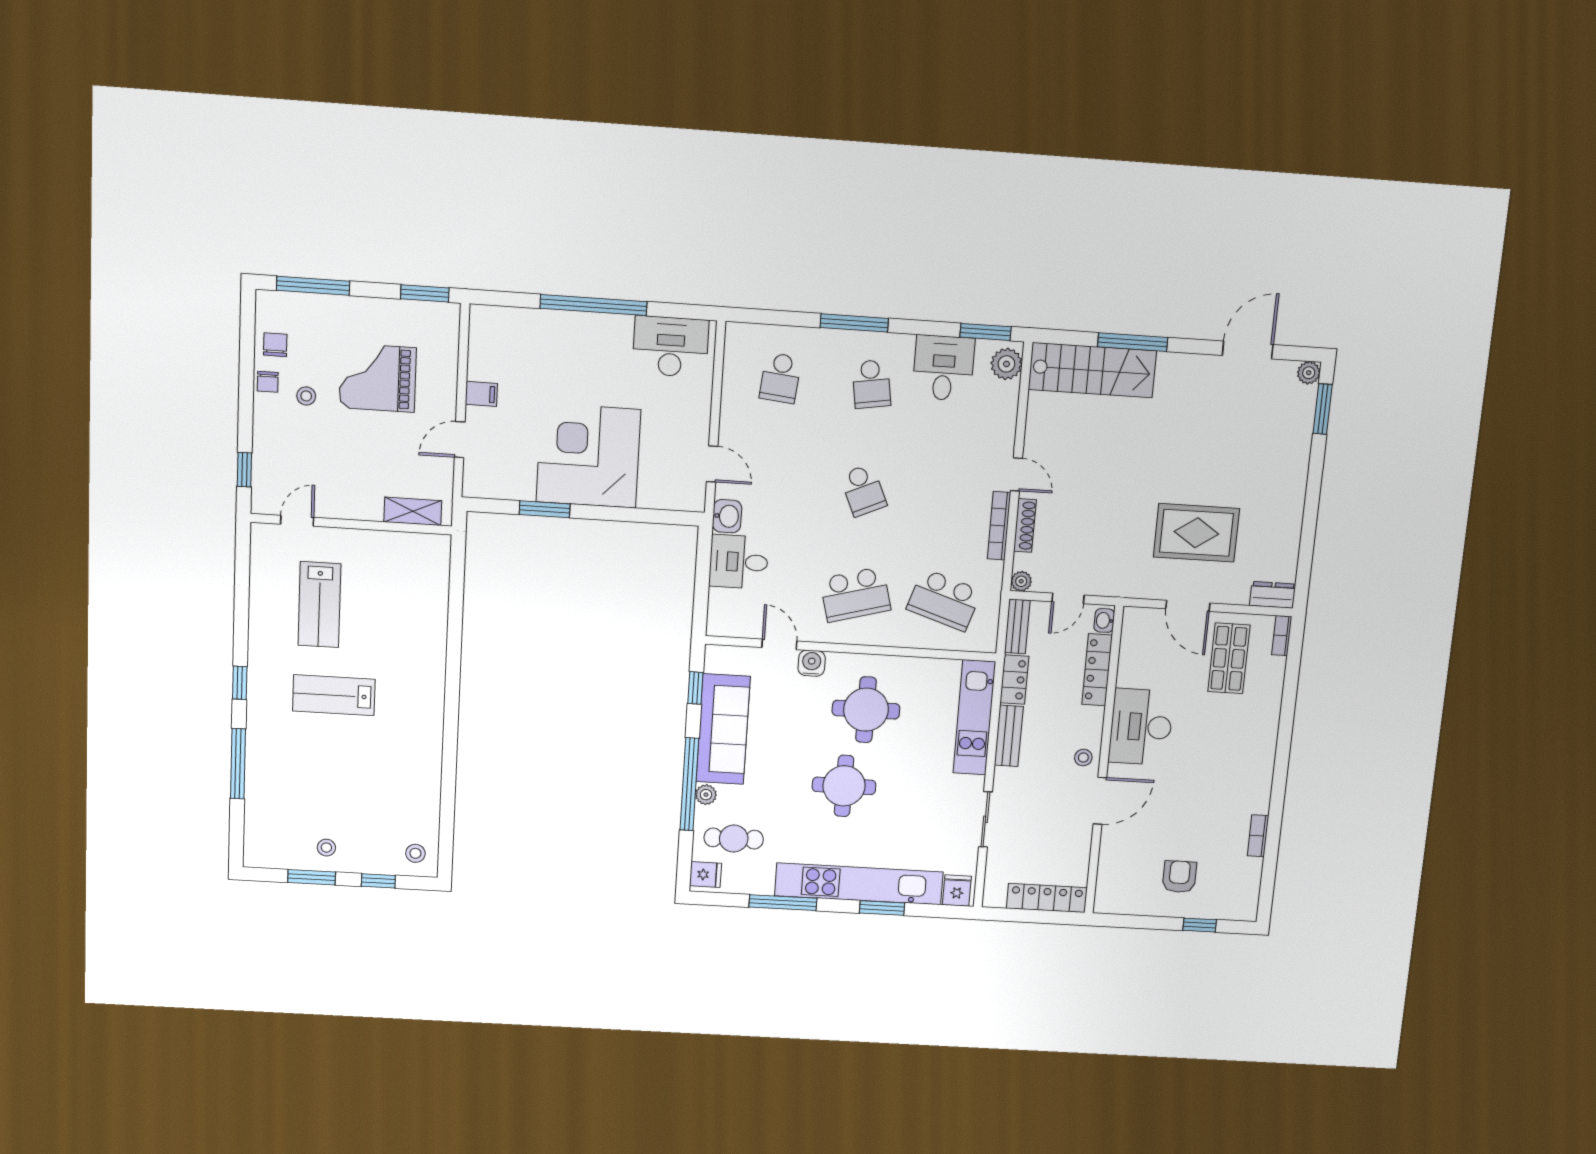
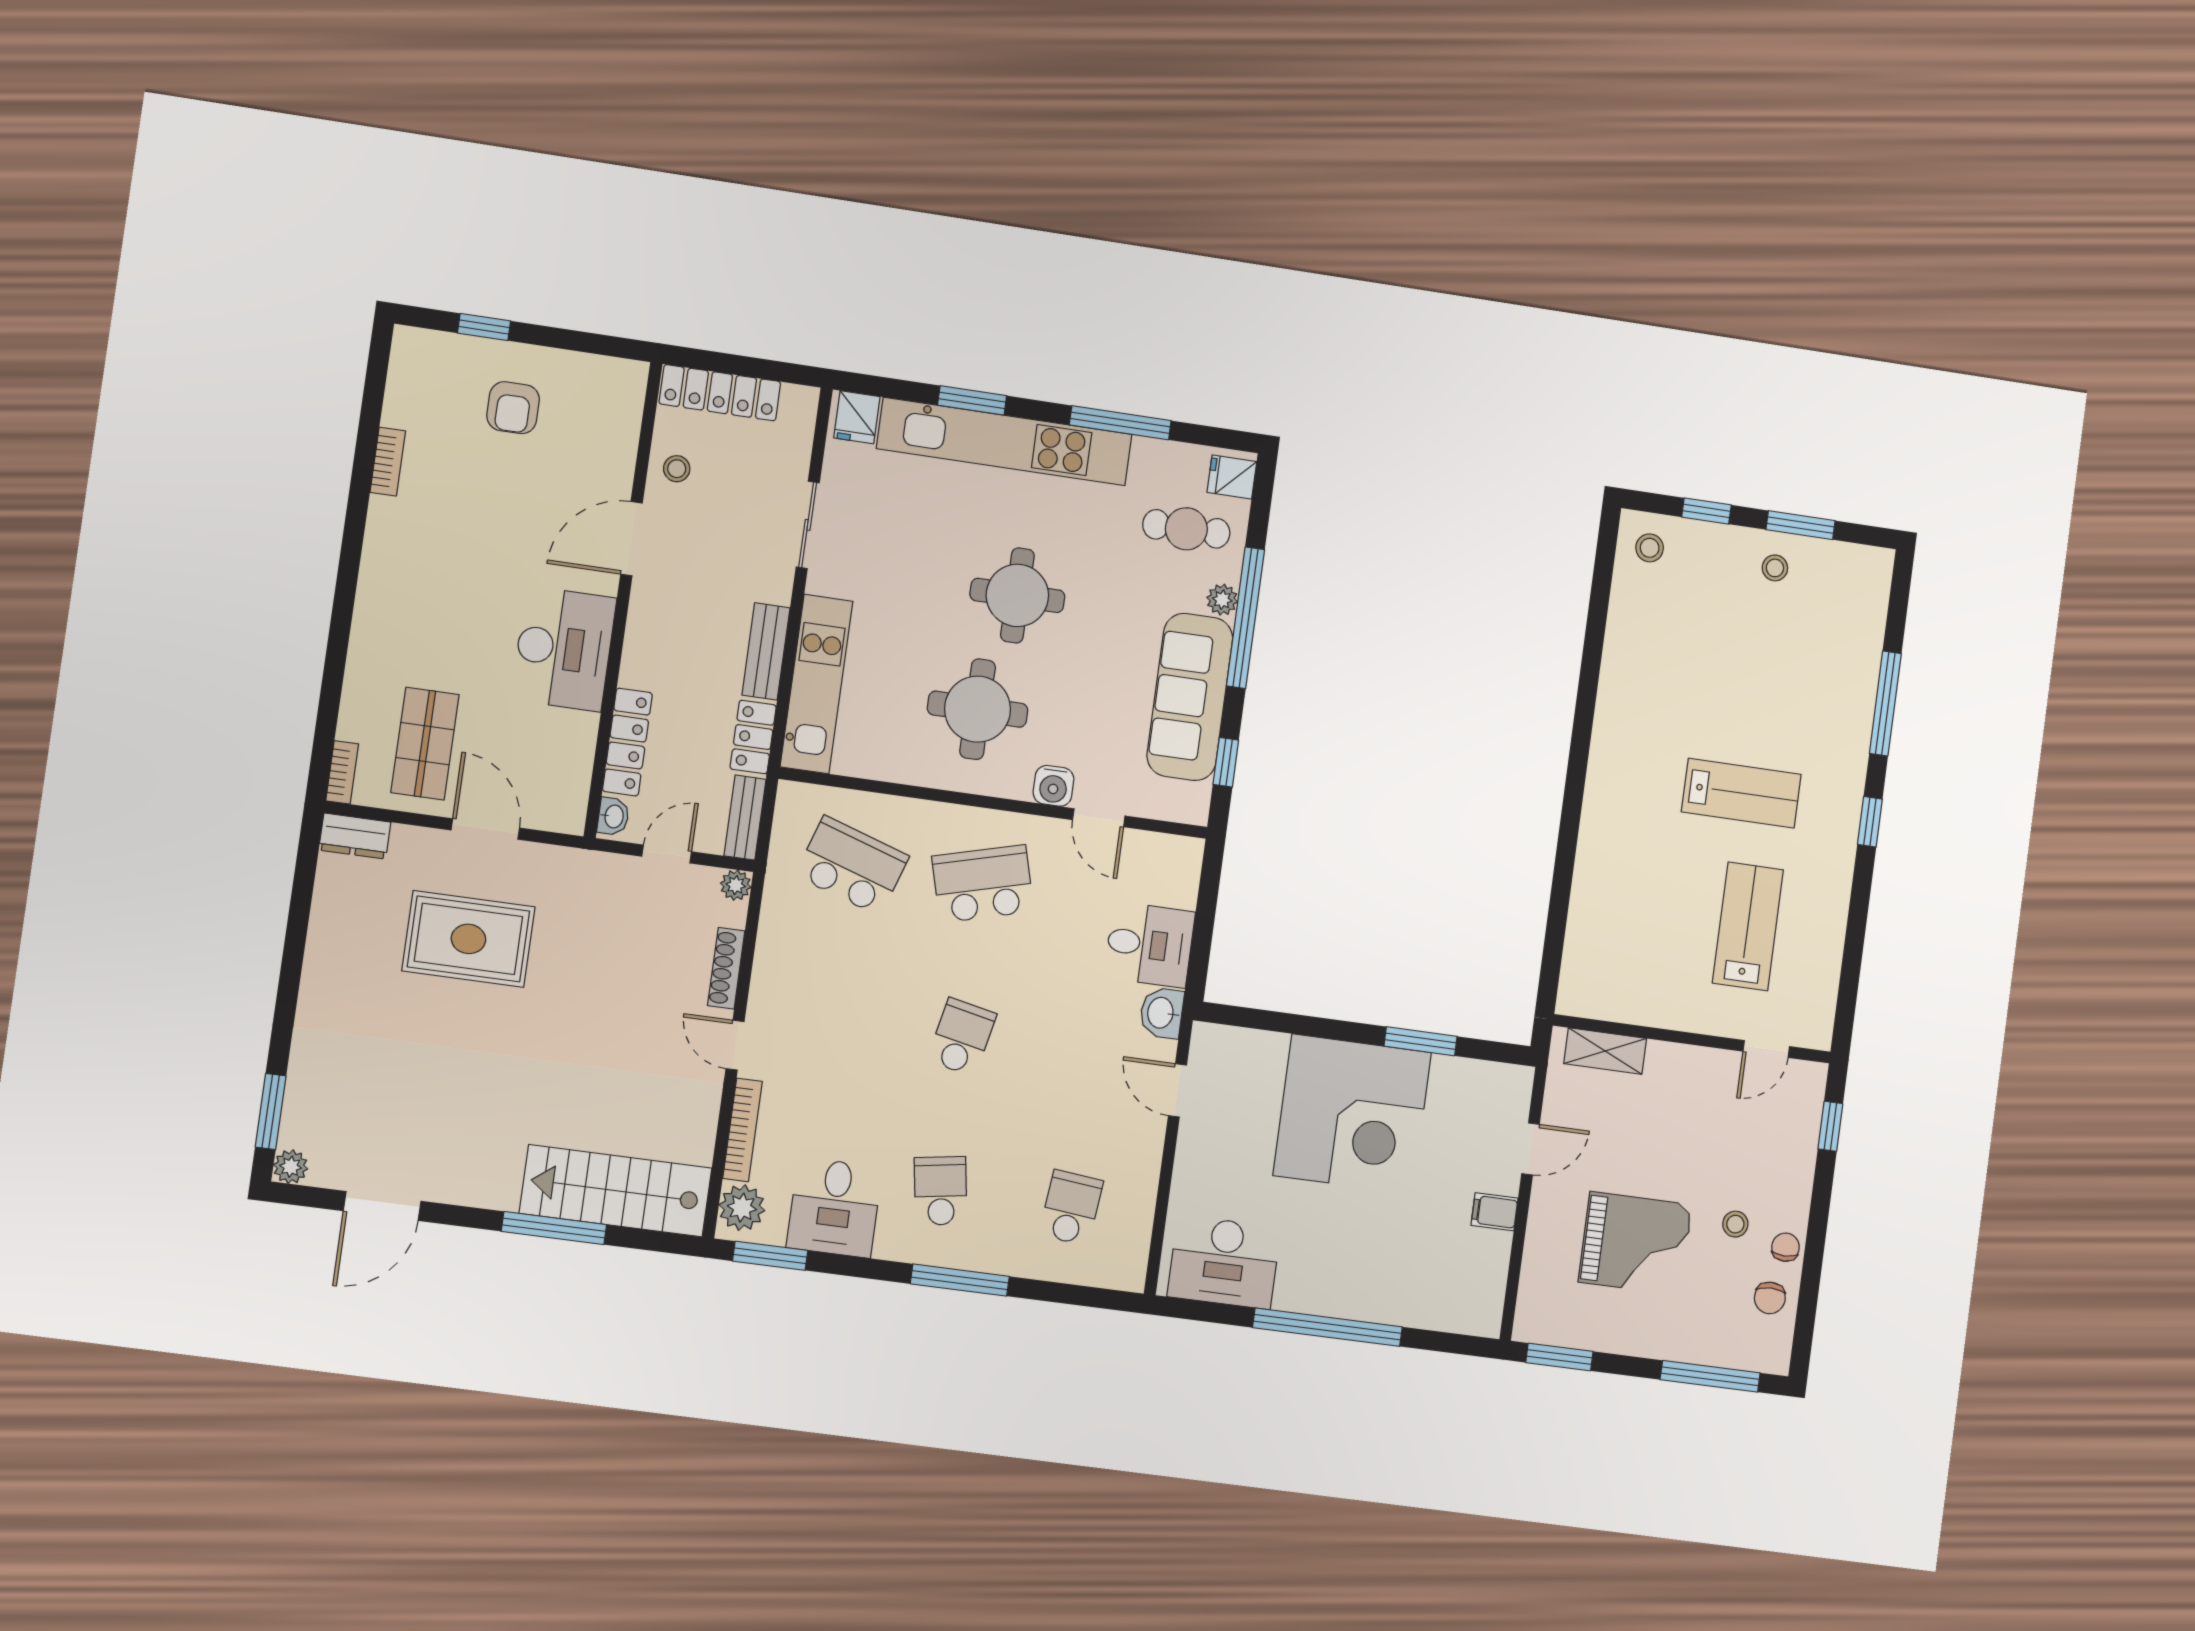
school desk: (863, 490) -> (962, 1037), turned 36
bookcase: (999, 526) -> (742, 1130), moved
stool: (1083, 758) -> (677, 469), moved

